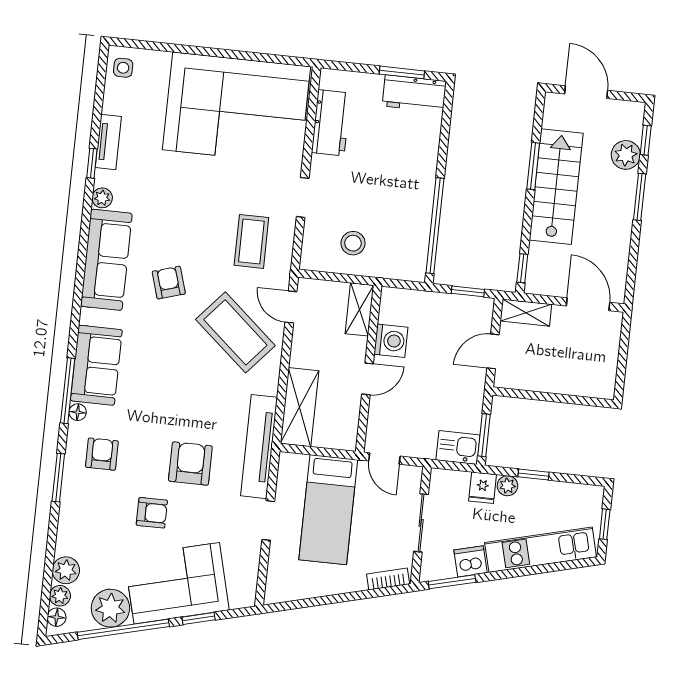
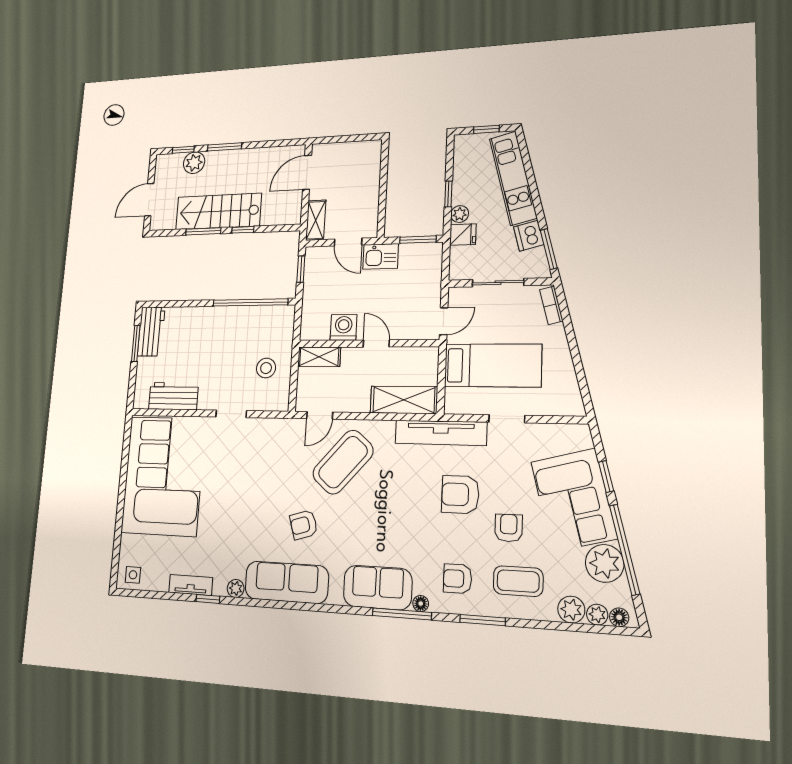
coffee table: (251, 241) -> (518, 581), moved
window: (522, 268) -> (243, 230), moved
kitchen sink: (458, 447) -> (381, 256), moved, turned -90

